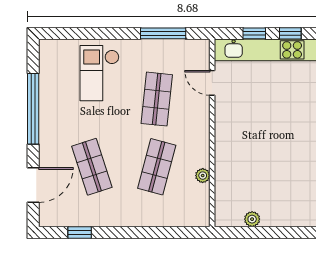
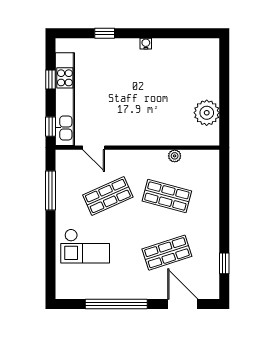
window: (254, 33) -> (50, 127), moved
door: (212, 83) -> (94, 148), hinge flipped
shop shelf: (157, 99) -> (108, 196), turned -30
plant: (252, 219) -> (207, 113), width x1.87, depth x1.87

